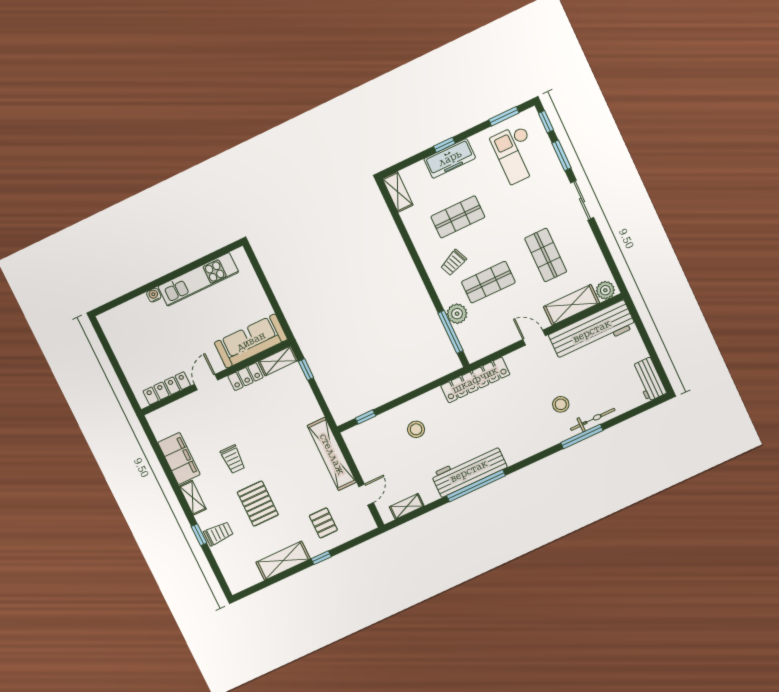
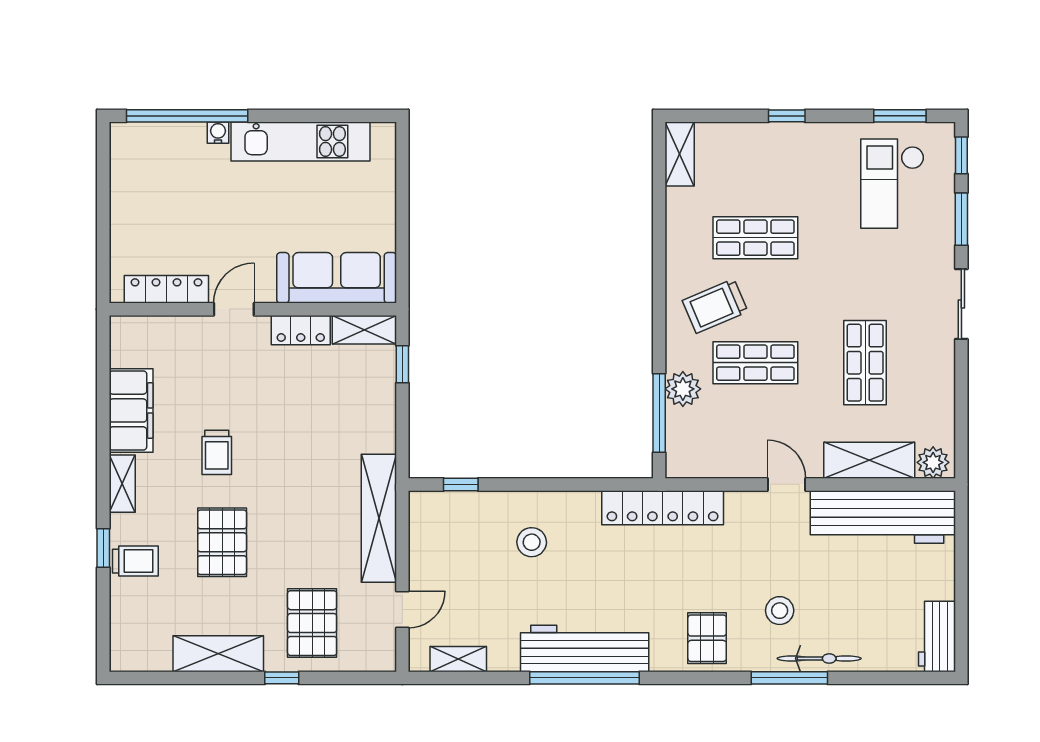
freezer: (450, 158) -> (785, 141), removed
trolley: (454, 263) -> (715, 306), width x1.36, depth x1.39
window: (134, 294) -> (187, 116), added
pallet: (530, 436) -> (707, 638), added
pallet: (323, 523) -> (312, 623), width x1.50, depth x1.42

